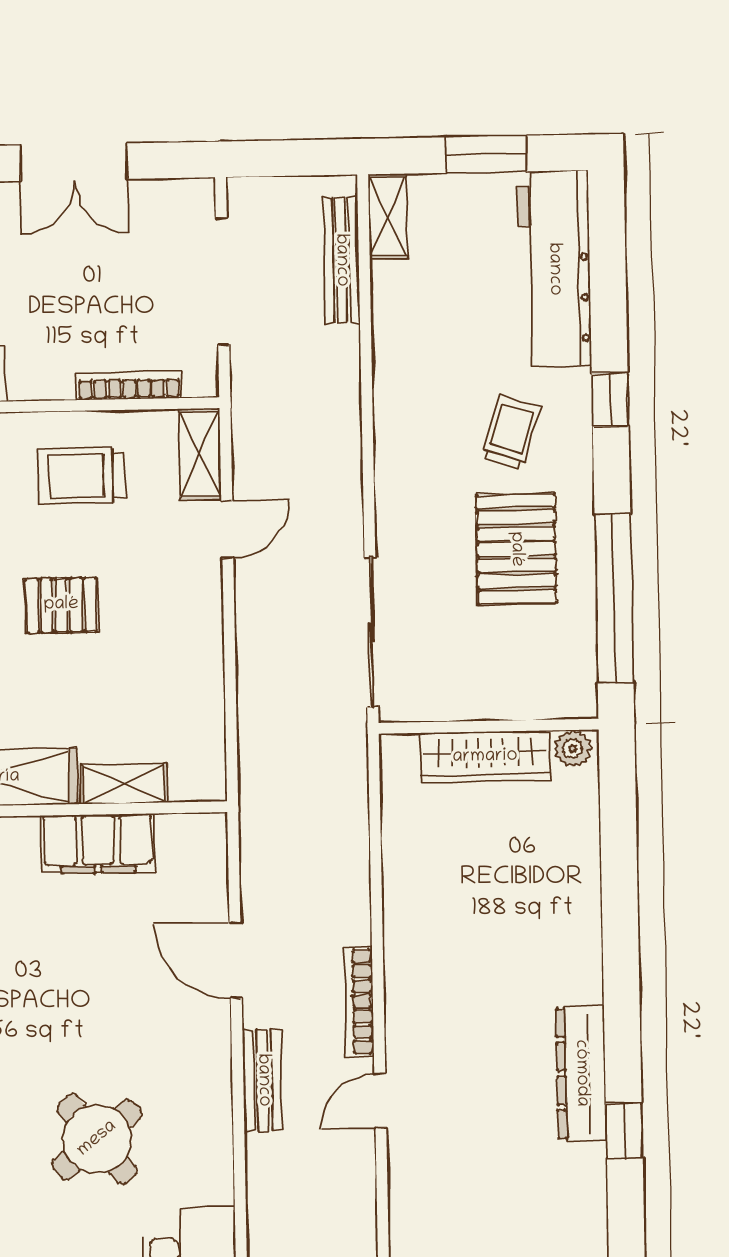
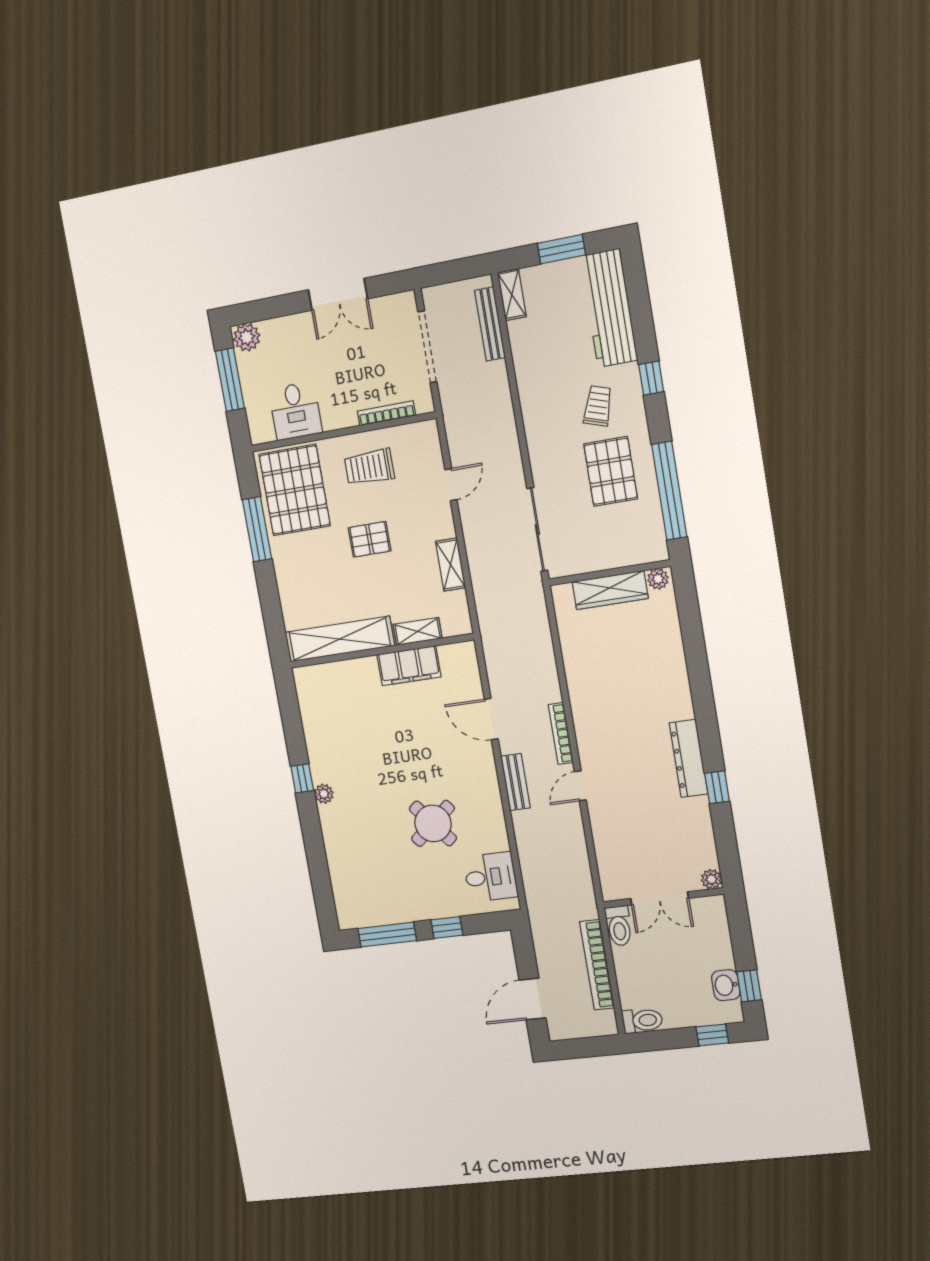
shelving: (200, 454) -> (451, 565), moved

